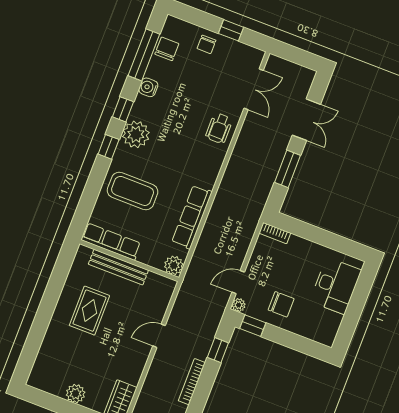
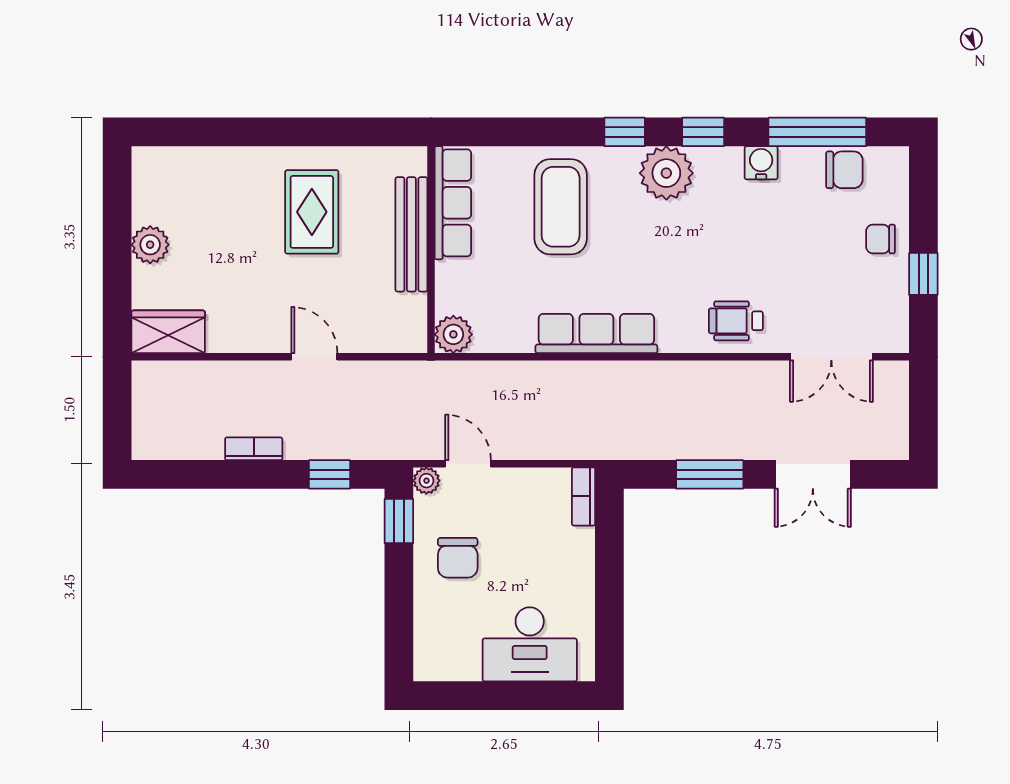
row of seats: (192, 217) -> (596, 333), moved
rug: (89, 311) -> (312, 212), turned 90
bookcase: (192, 382) -> (254, 449), width x0.64

